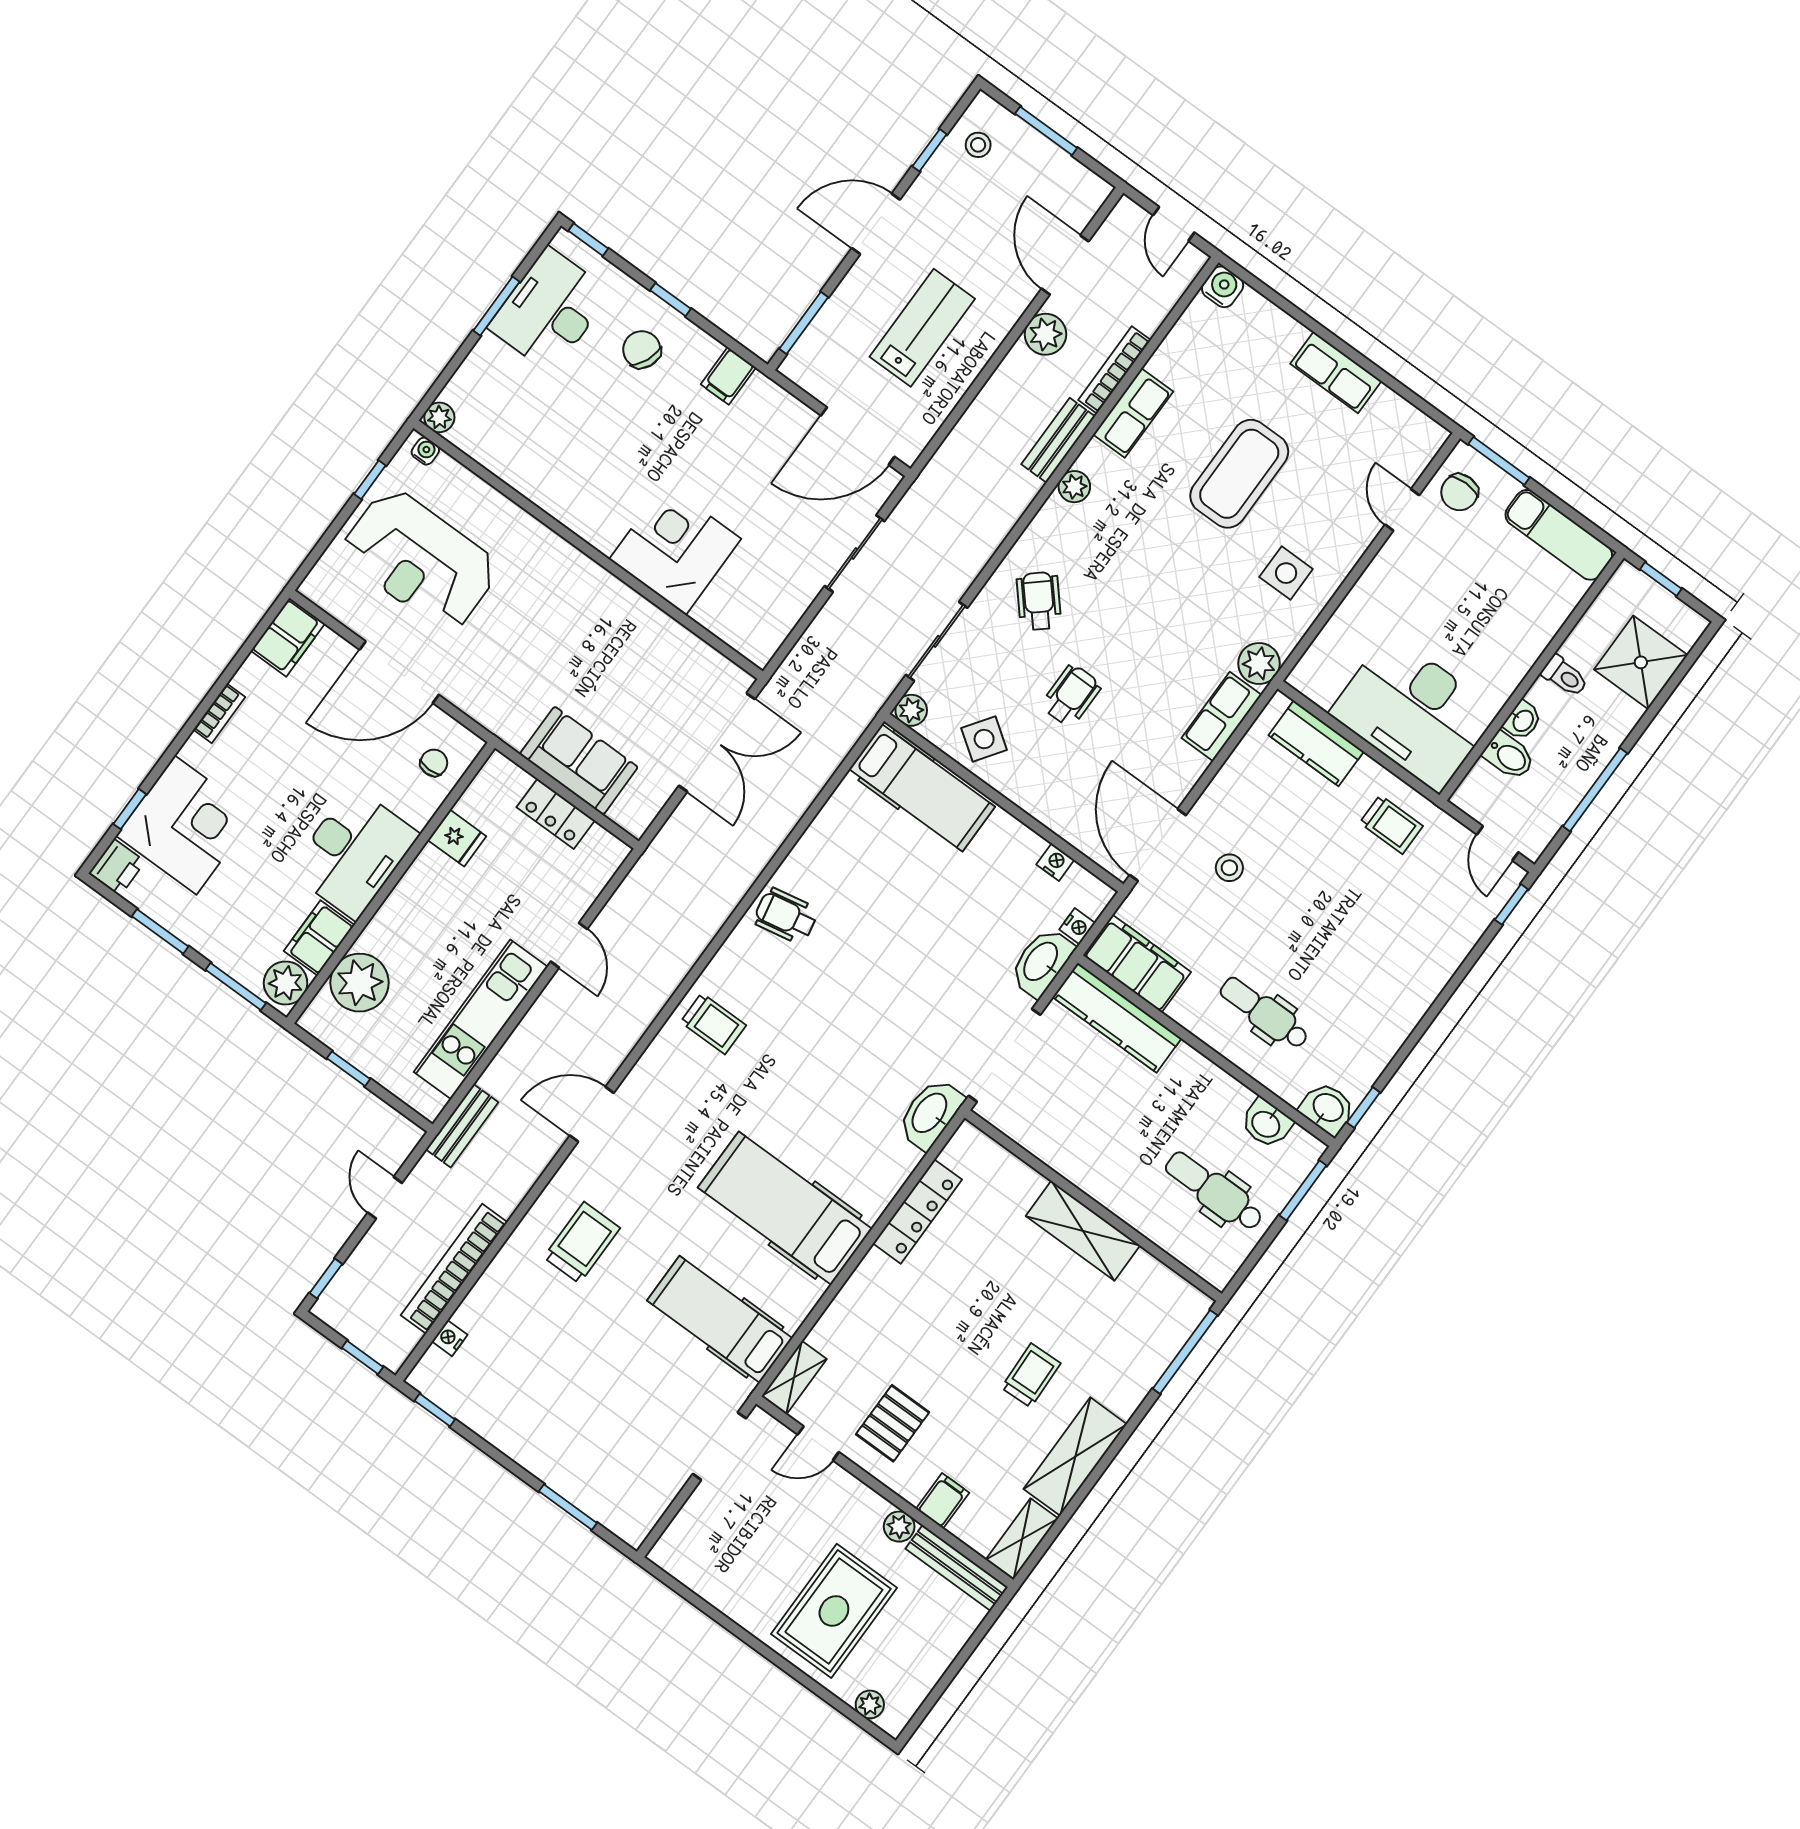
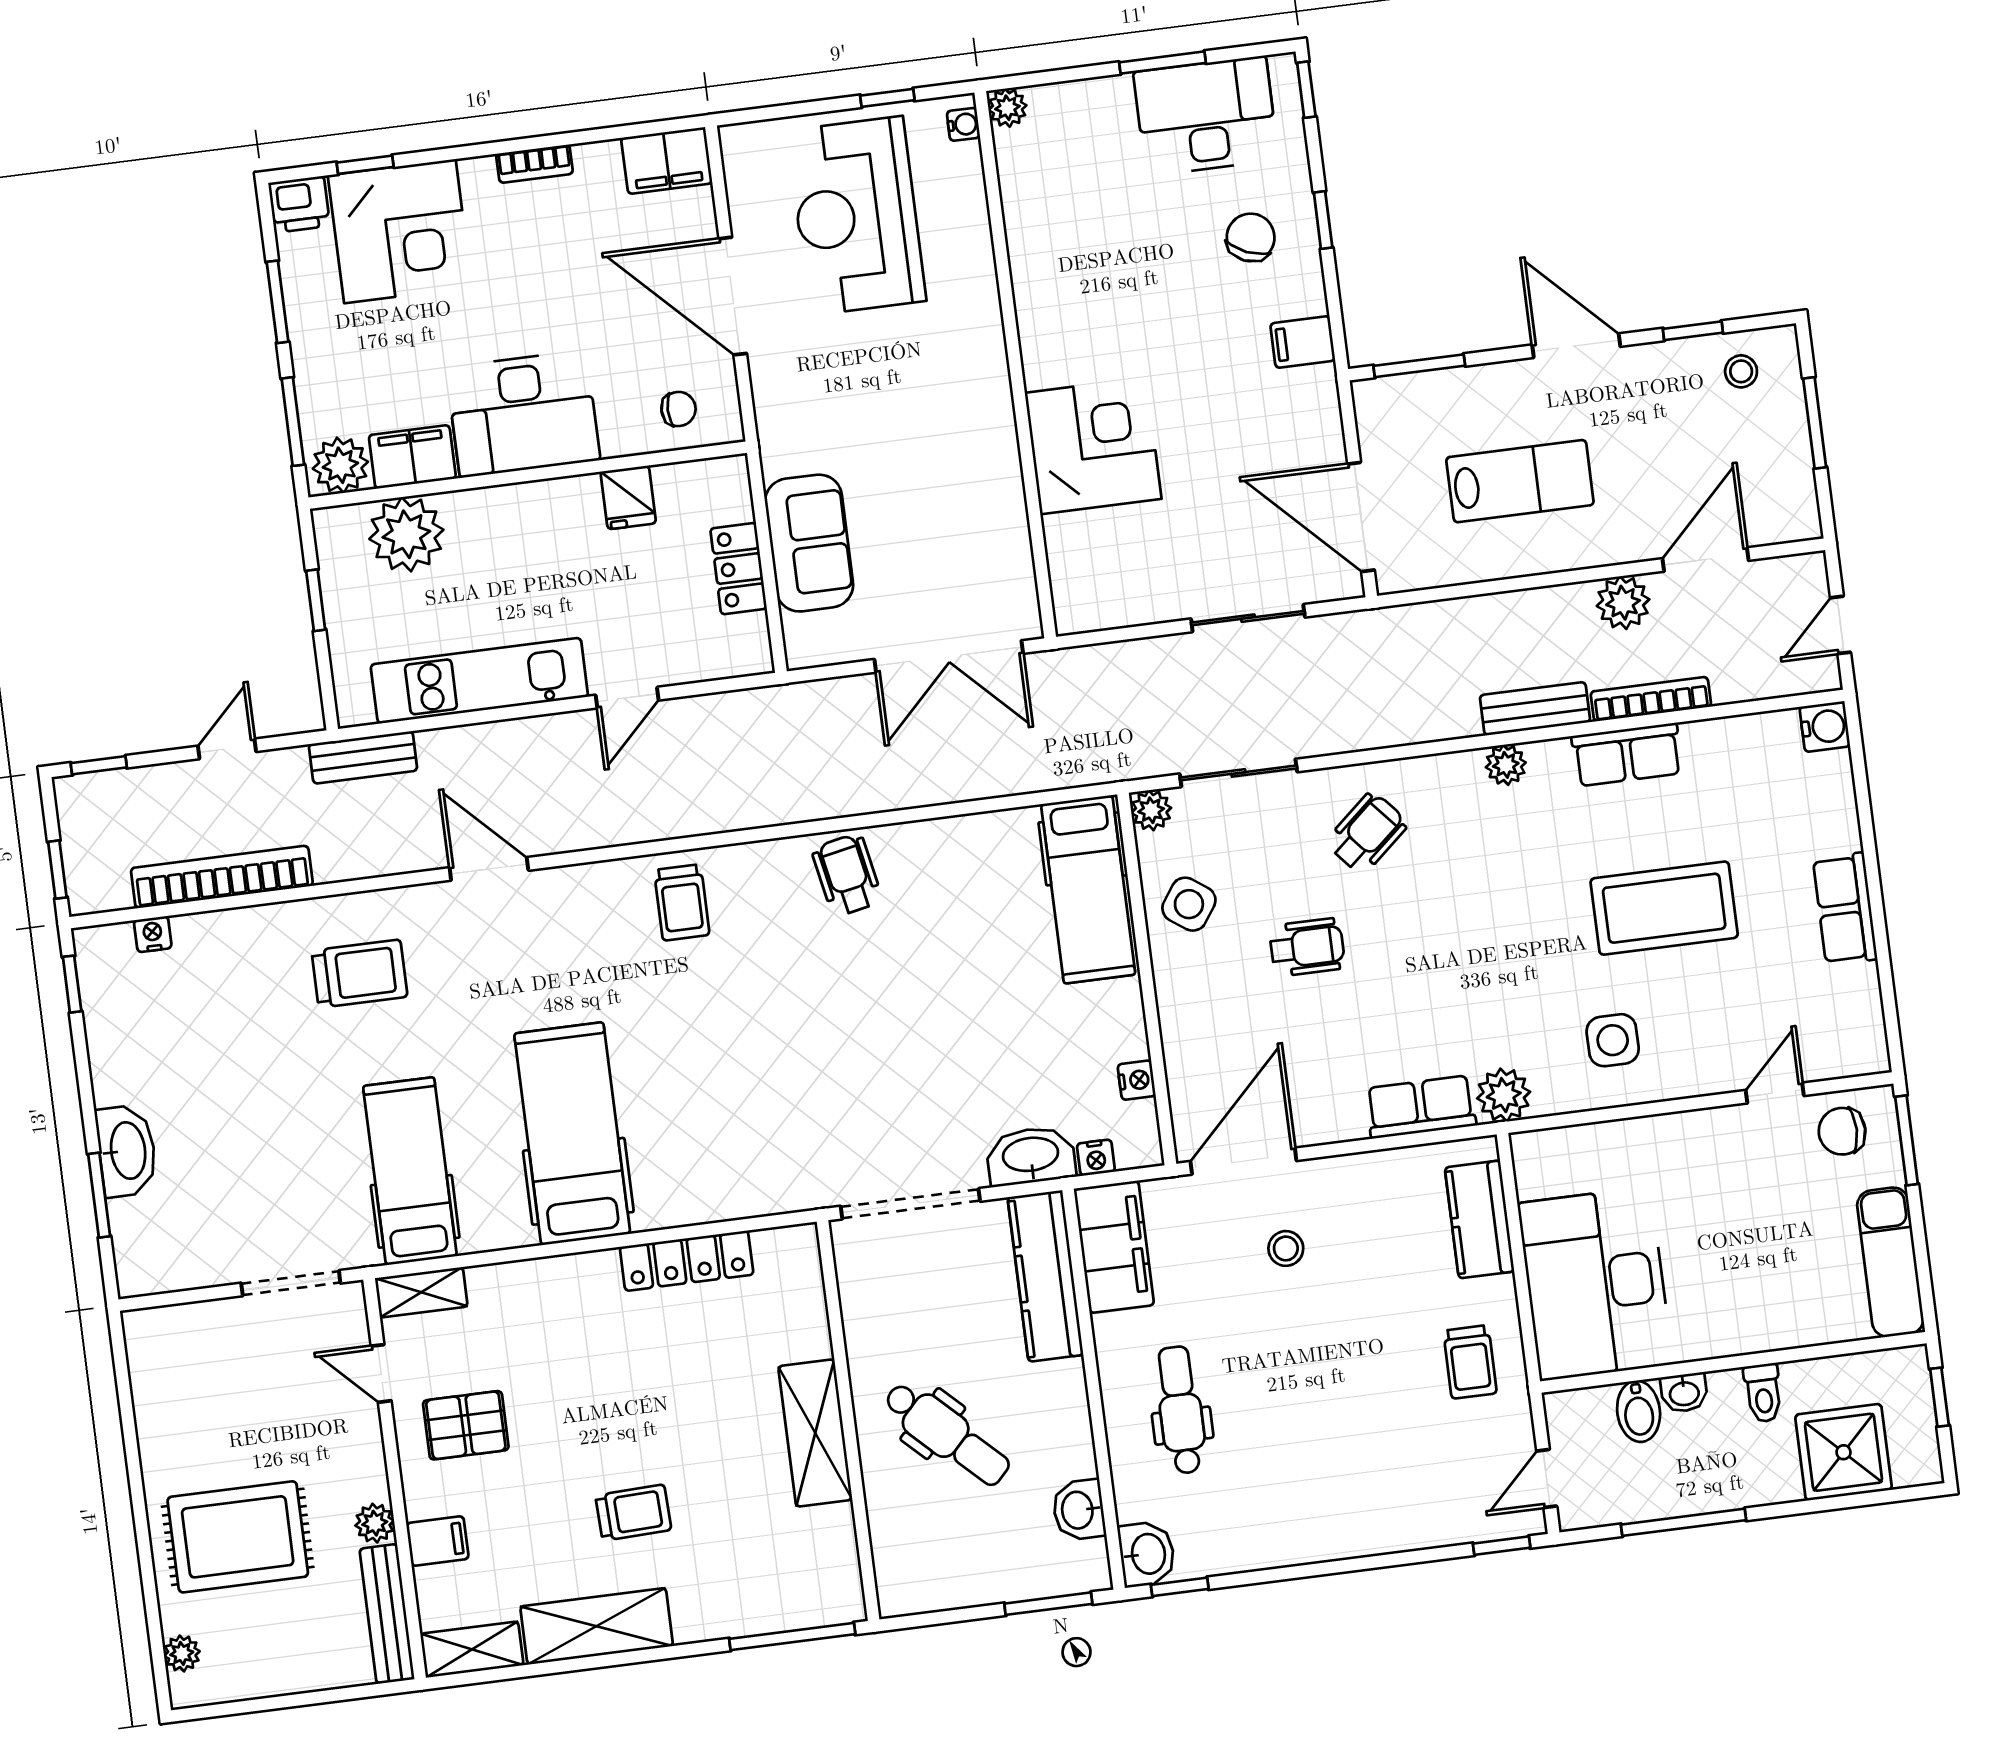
washbasin: (930, 1114) -> (127, 1151), moved, turned 90
dental chair: (1214, 1191) -> (947, 1434), moved, turned 134

